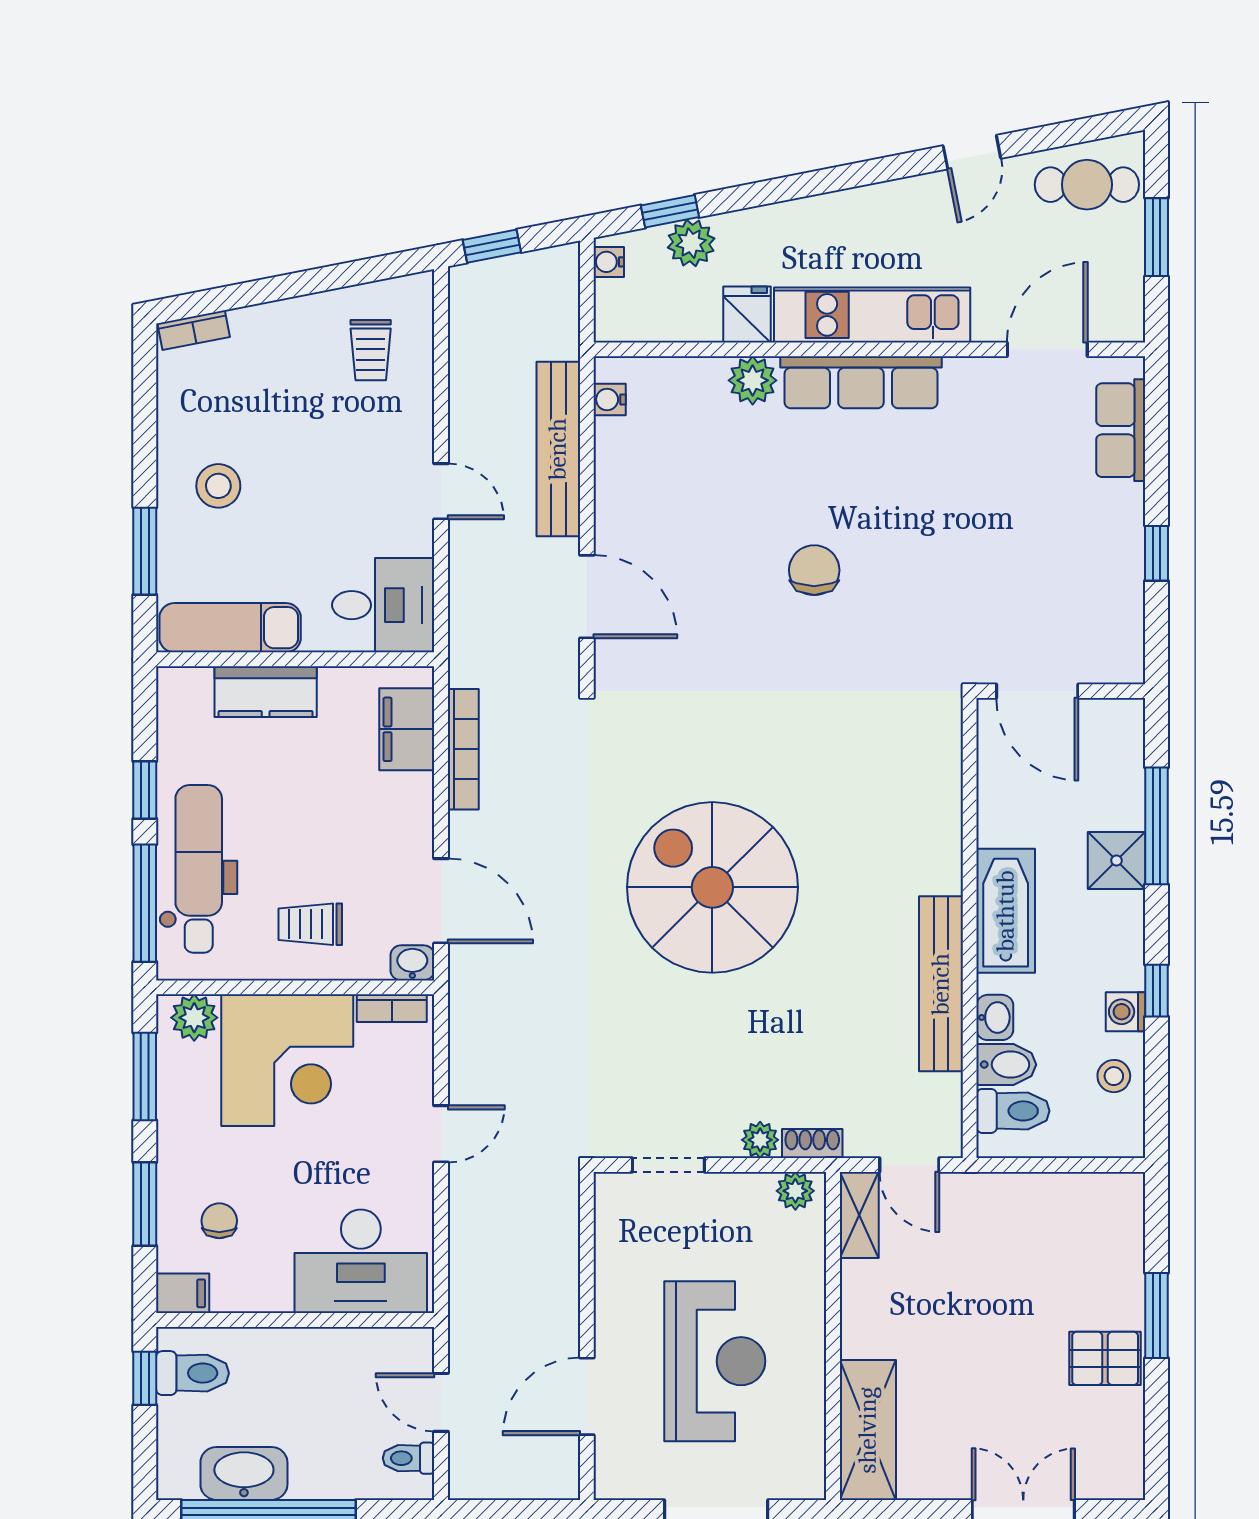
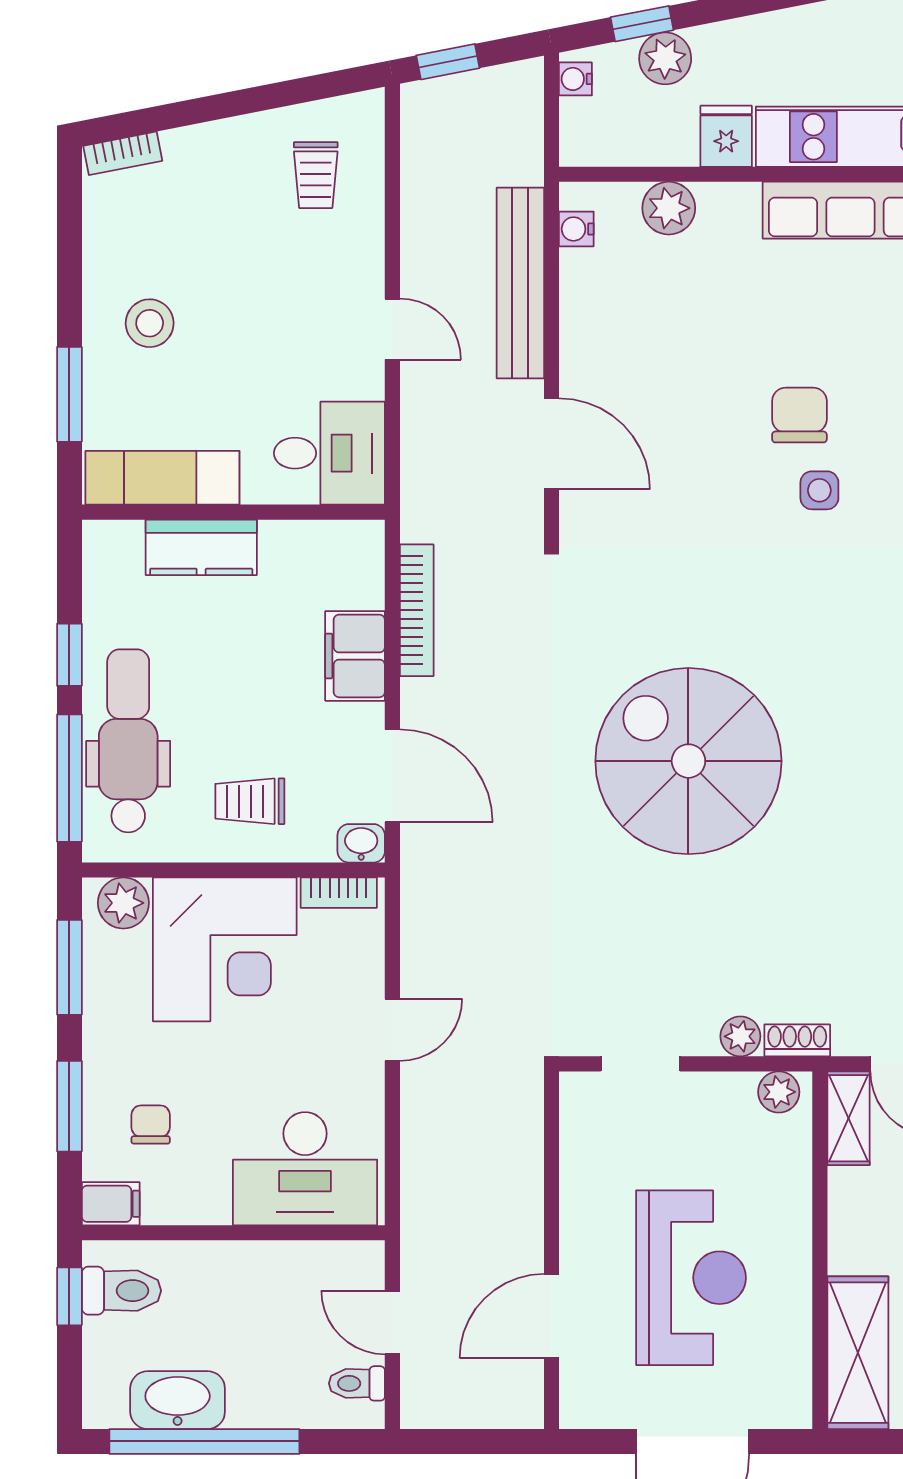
plant: (753, 380) -> (669, 208), moved
side table: (833, 639) -> (819, 490), added
filing cabinet: (407, 729) -> (355, 656), moved

